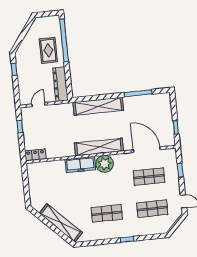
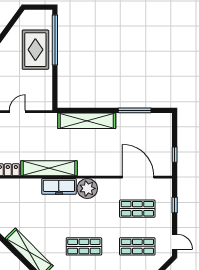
rug: (48, 50) -> (35, 50), width x1.36, depth x1.43
dresser: (60, 84) -> (45, 90), removed
shelving: (99, 147) -> (49, 168), moved

